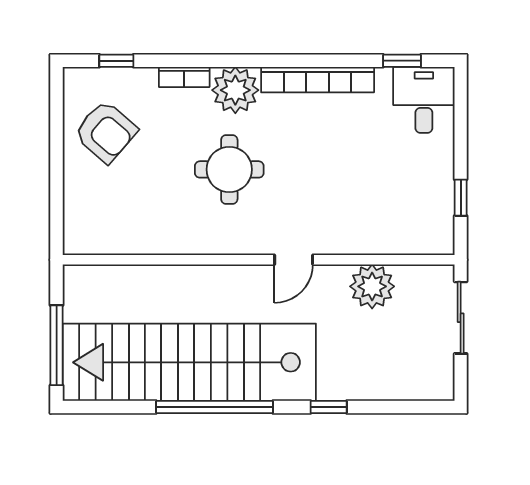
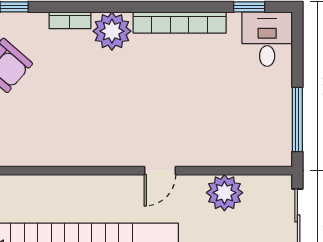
round table: (229, 169) -> (107, 96), removed
window: (461, 198) -> (297, 120), width x2.17

